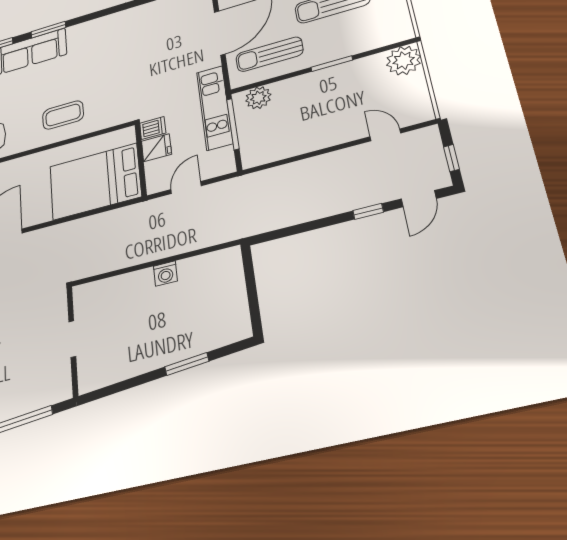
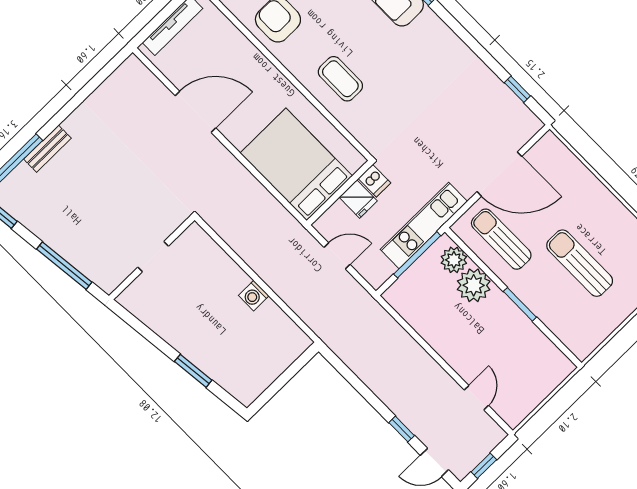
plant: (404, 61) -> (474, 285), moved

